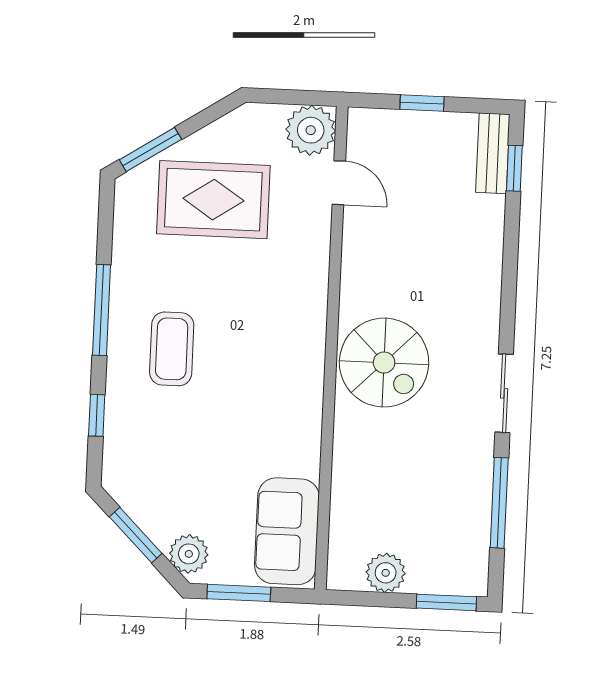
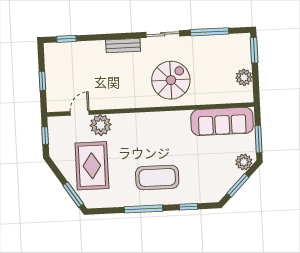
window: (294, 97) -> (45, 136), added
plant: (311, 130) -> (101, 125), moved
bench: (493, 153) -> (123, 46), moved
coffee table: (172, 349) -> (157, 177), width x1.36, depth x1.32
spiral stairs: (384, 363) -> (171, 80), moved
sofa: (287, 531) -> (222, 121), width x1.36

